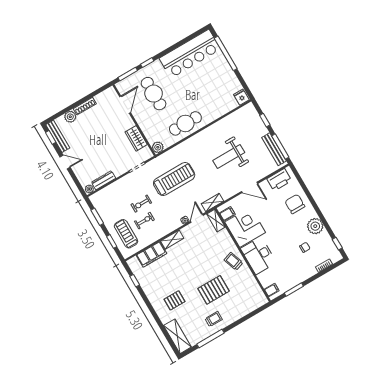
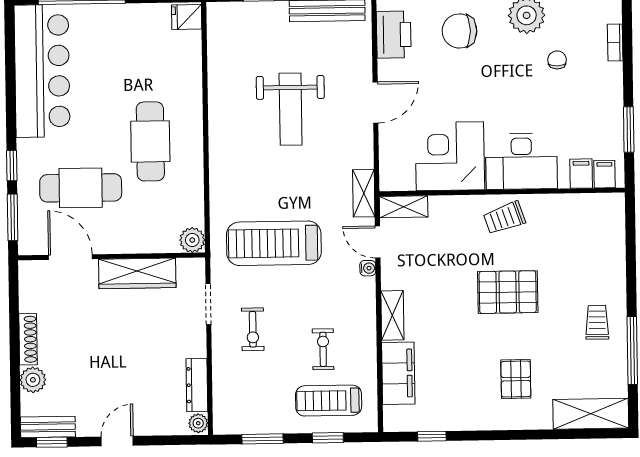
cafe table: (185, 123) -> (150, 141), moved
bench: (58, 136) -> (48, 427), width x0.73
wardrobe: (136, 138) -> (137, 273), width x1.50
treadmill: (174, 179) -> (274, 243), turned -90
exercise bike: (141, 204) -> (253, 329), moved
filing cabinet: (227, 214) -> (581, 174), moved
pallet: (213, 290) -> (508, 292), moved, turned 90

